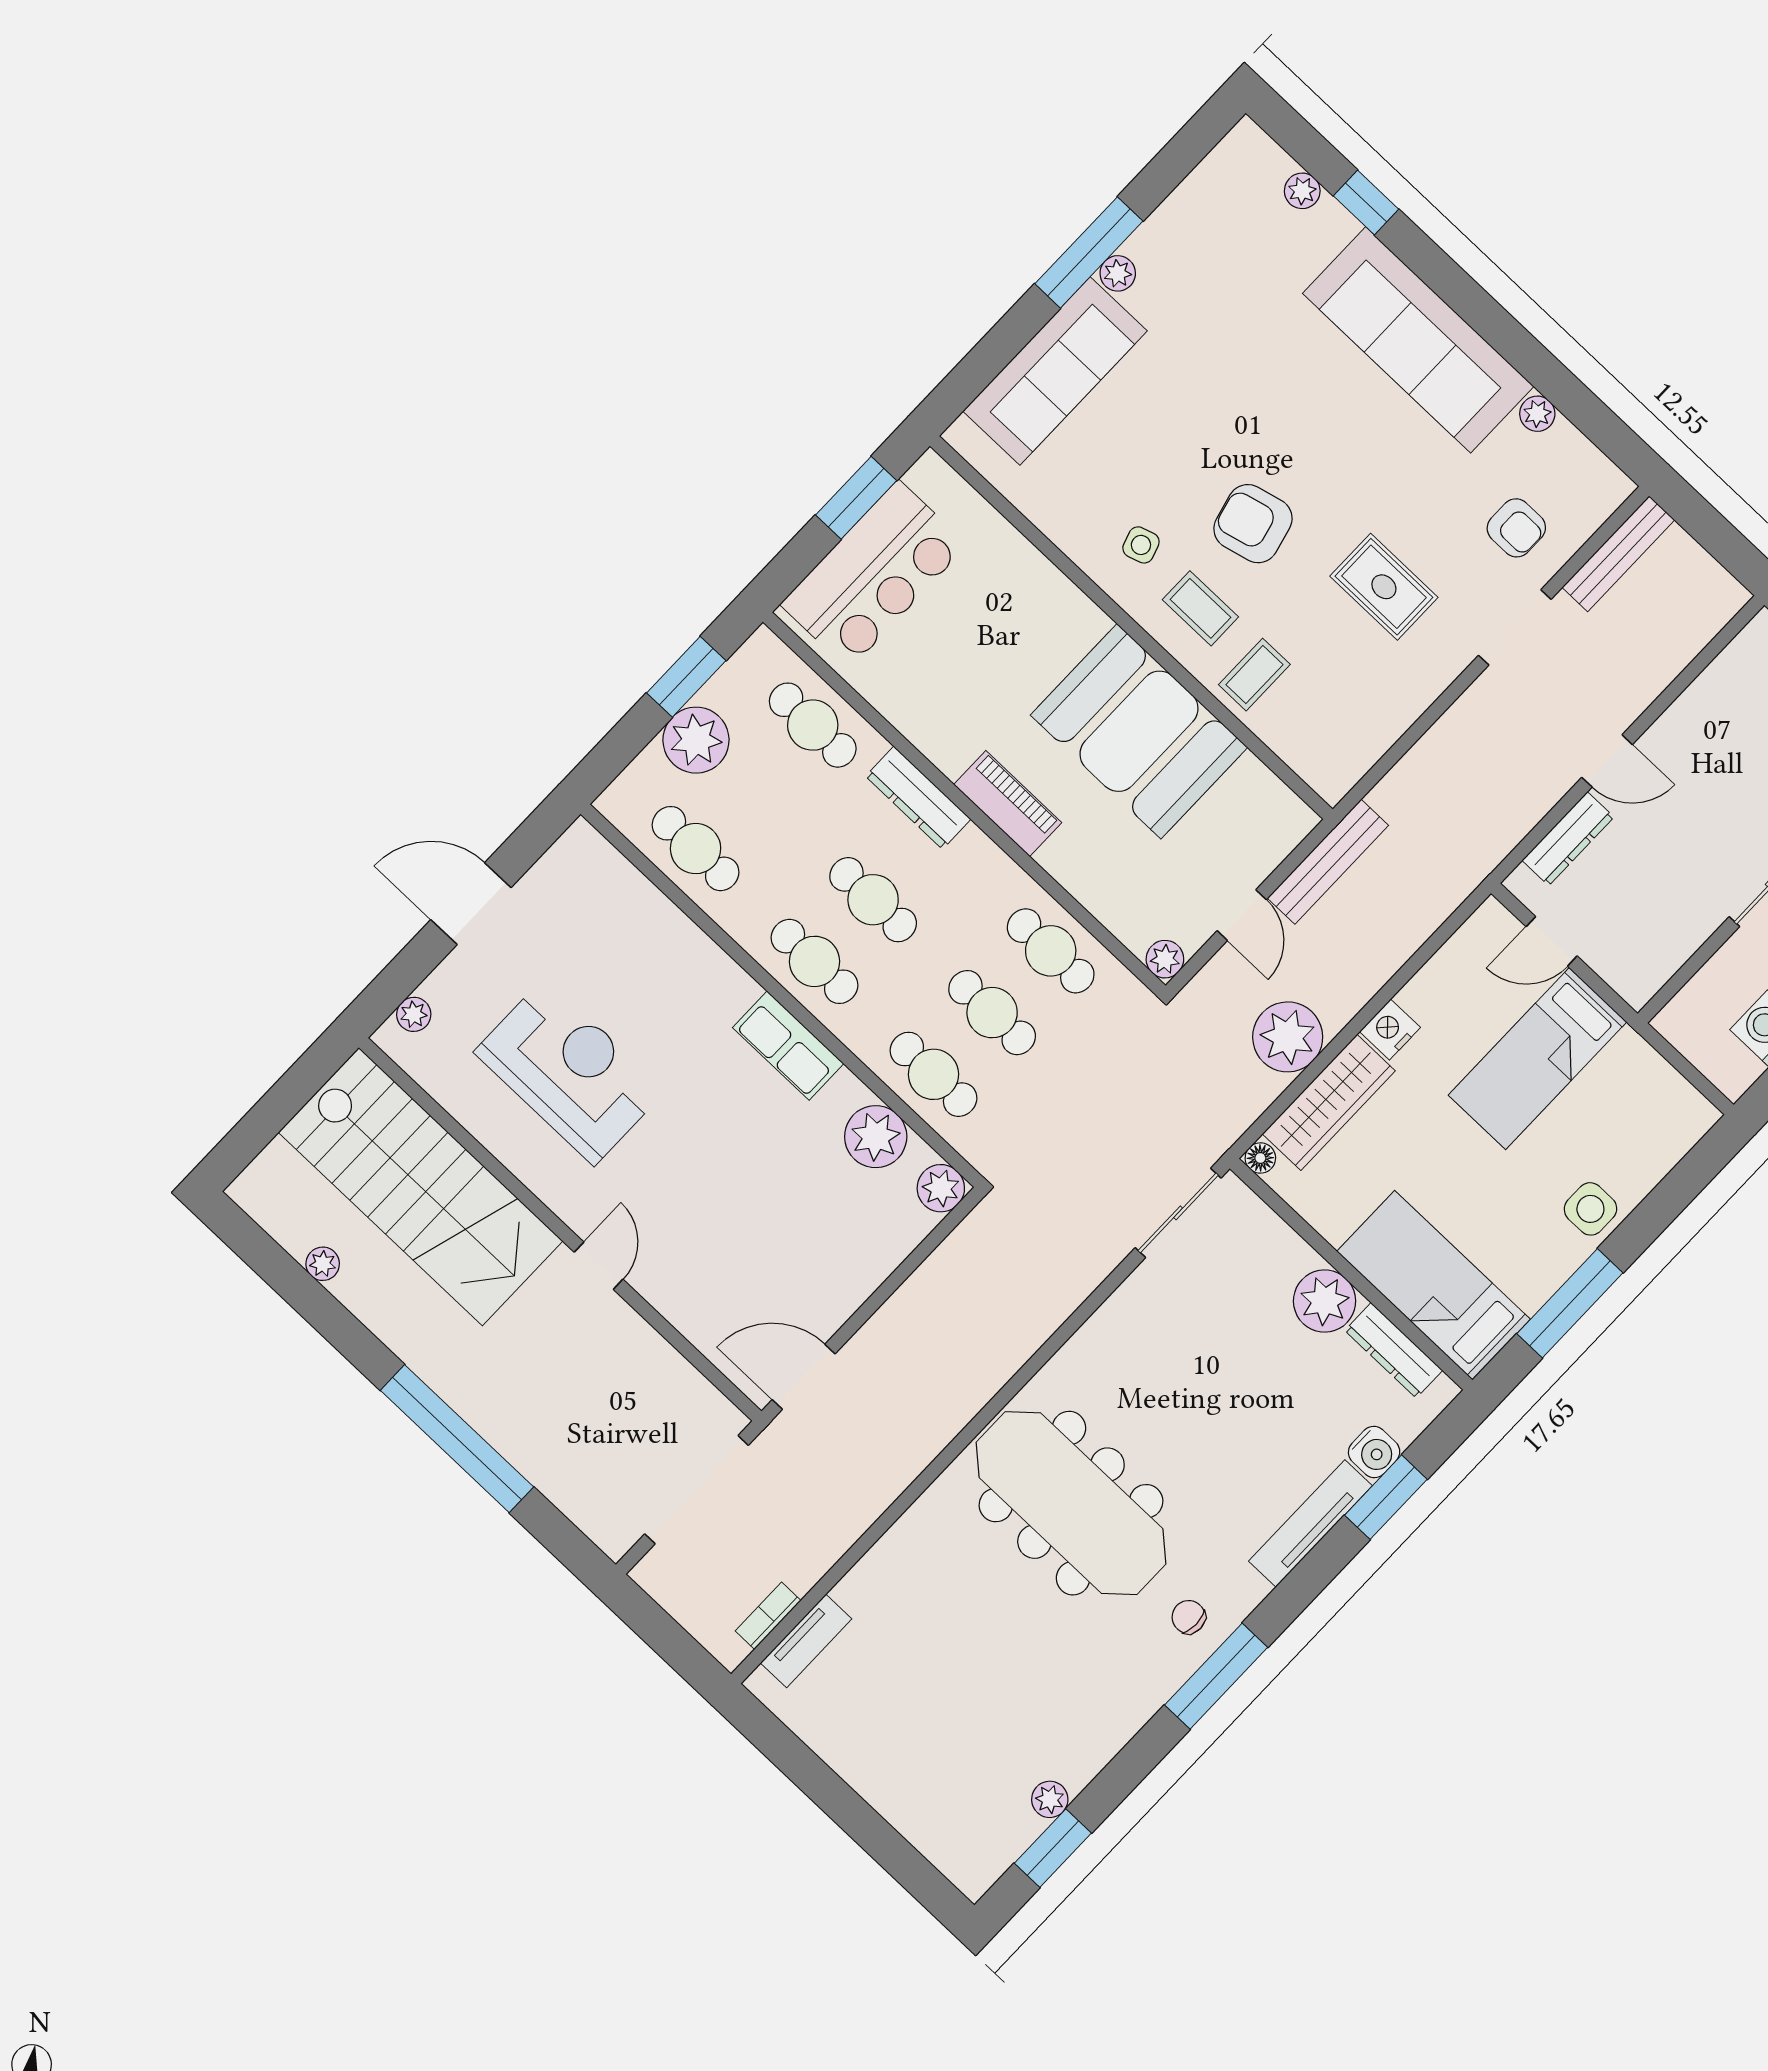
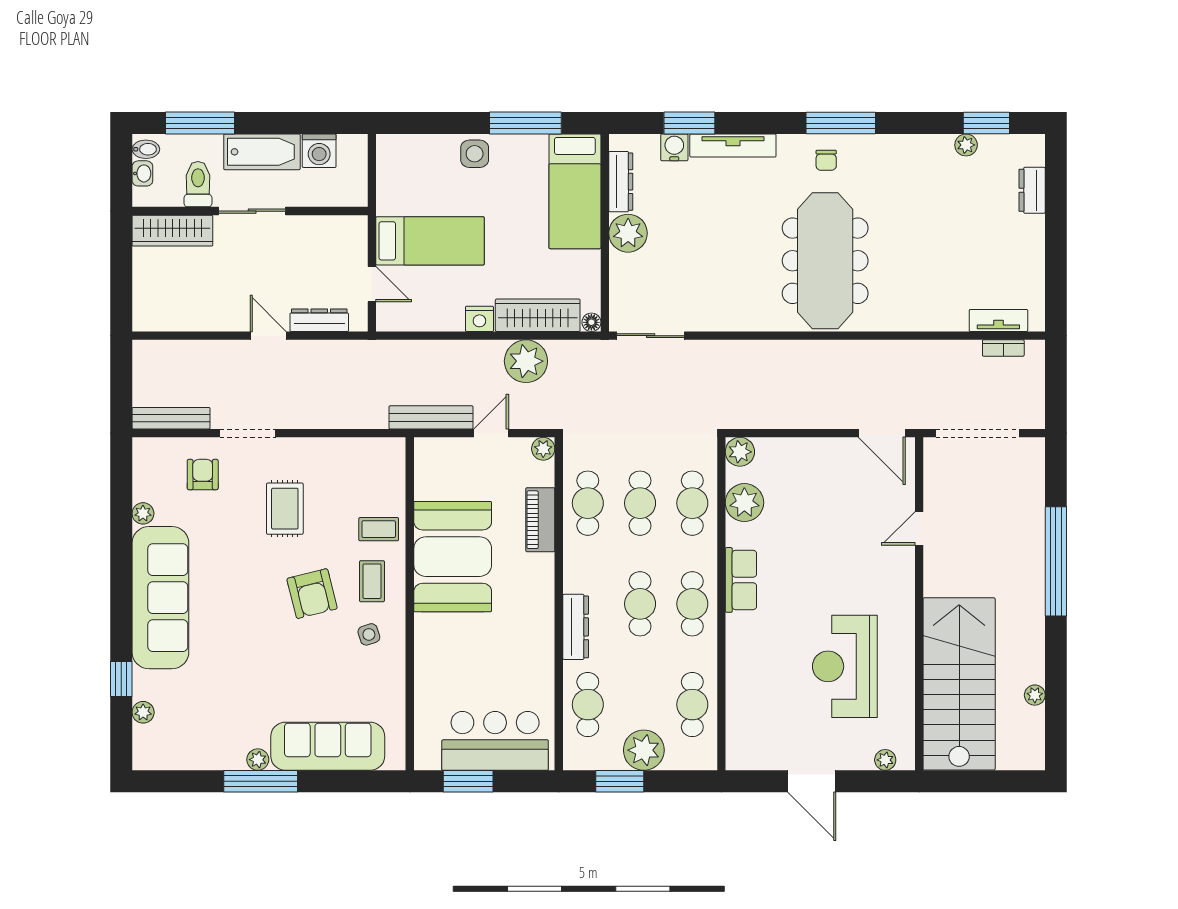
piano: (1008, 803) -> (540, 520), moved
door: (599, 1266) -> (919, 528), moved
dresser: (922, 1827) -> (1032, 190), added

